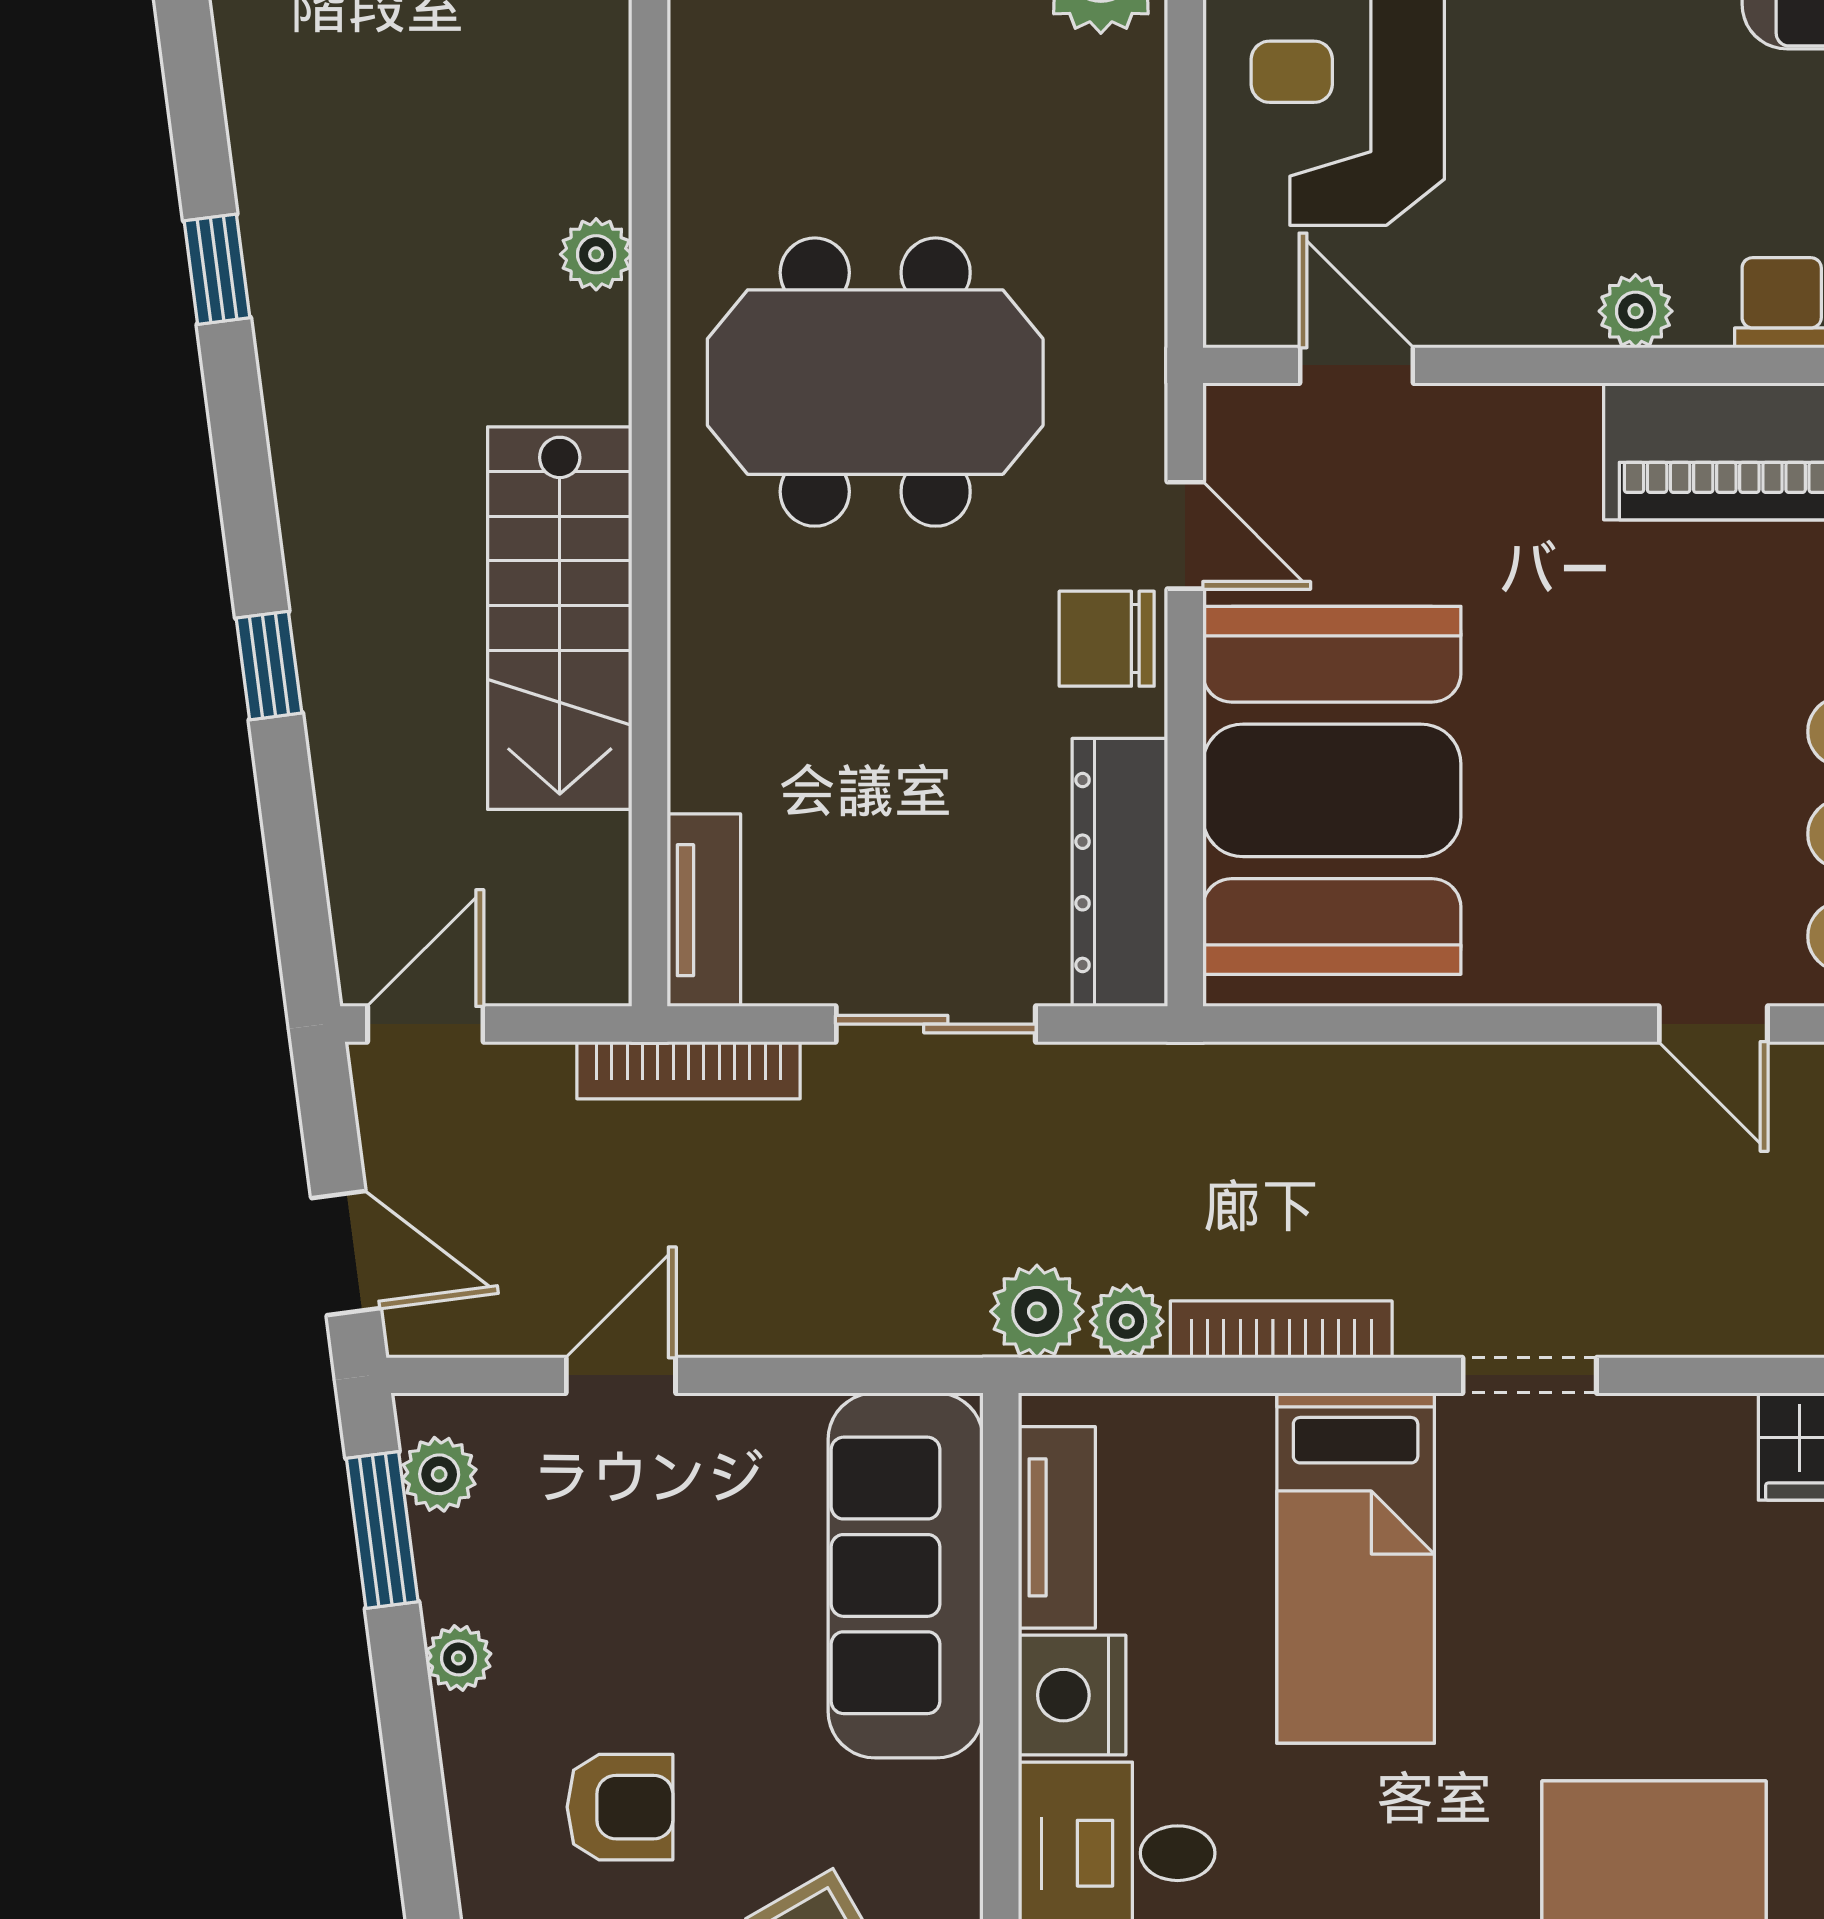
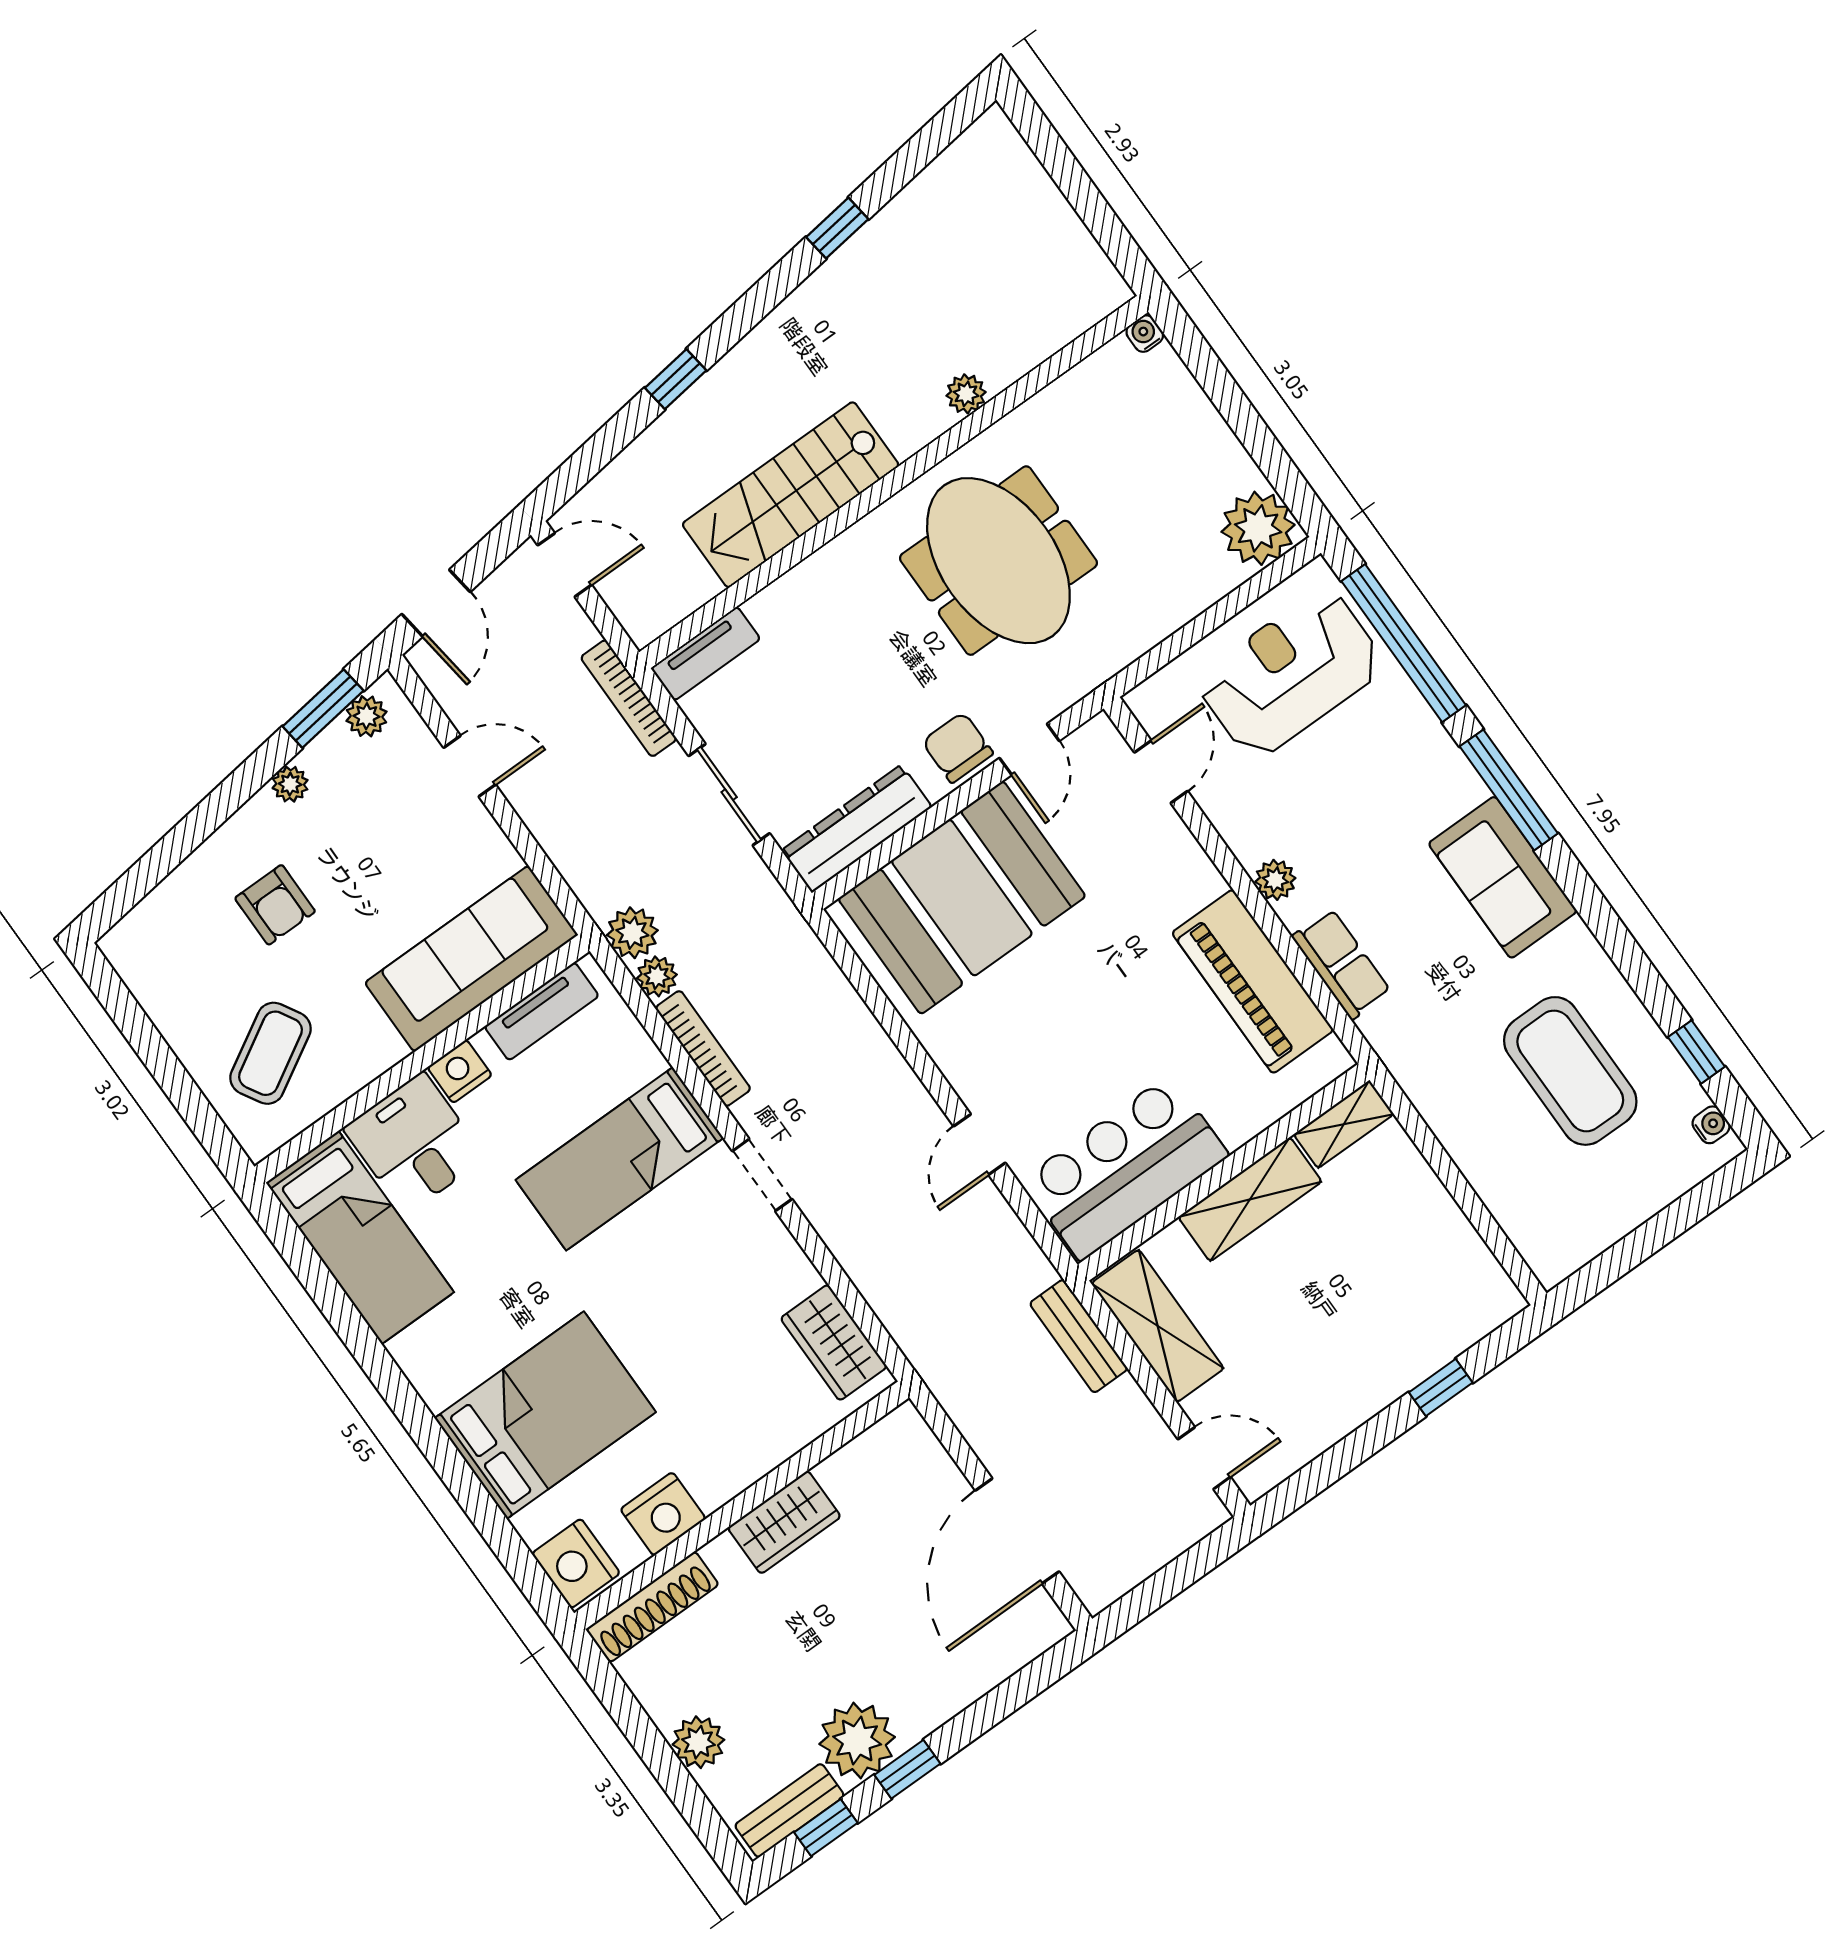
nightstand: (1072, 1695) -> (460, 1071), width x0.74, depth x0.75

